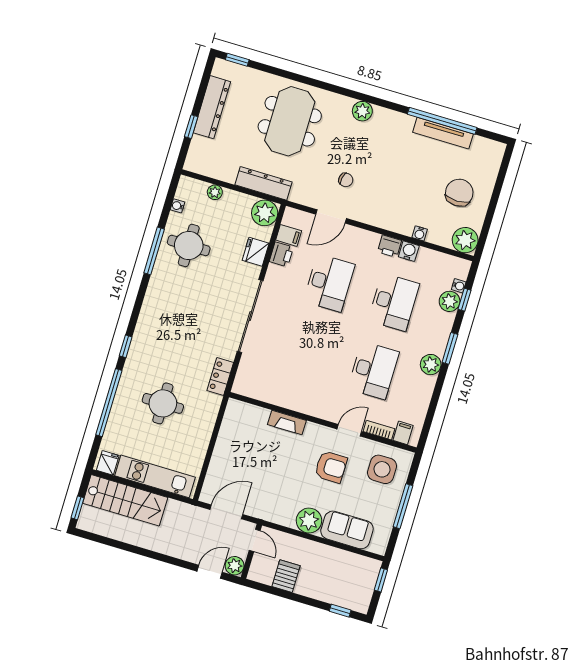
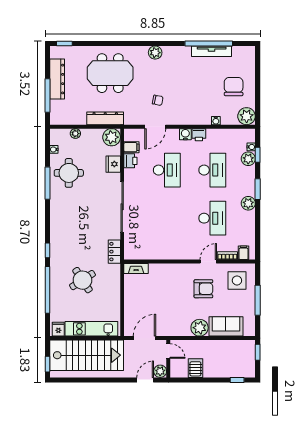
meeting table: (290, 121) -> (110, 73), turned 90
window: (191, 127) -> (47, 96), width x2.17
water cooler: (409, 251) -> (185, 134), moved
round table: (163, 403) -> (82, 280), turned -33
fireplace: (287, 422) -> (136, 269), moved
stairs: (125, 500) -> (87, 355), width x1.36, depth x1.51

